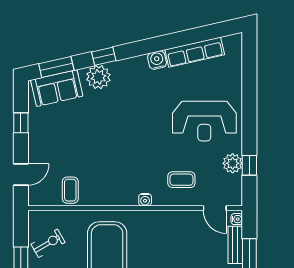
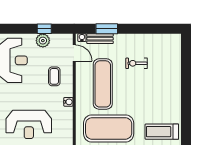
reception desk: (113, 143) -> (29, 124), added
door: (215, 208) -> (74, 53), hinge flipped
exercise mat: (171, 249) -> (103, 84), added

